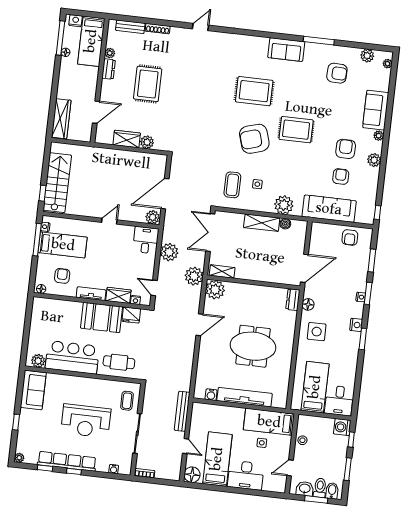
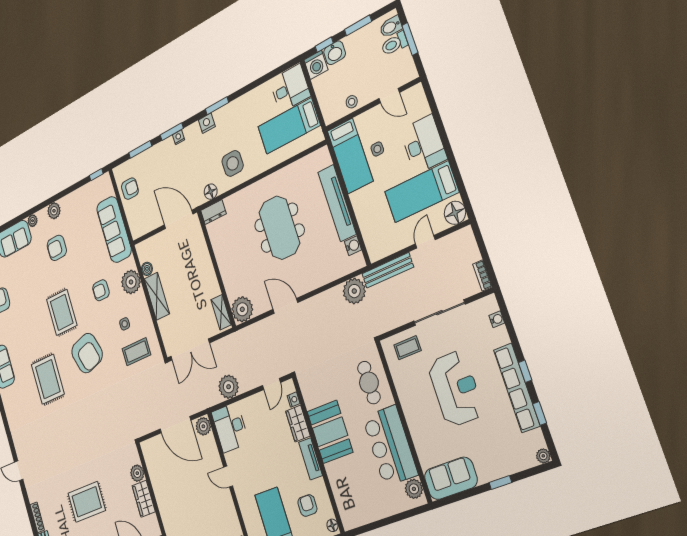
armchair: (341, 177) -> (101, 290), moved
desk: (146, 240) -> (230, 427), width x1.37
armchair: (62, 276) -> (307, 505), turned 90
plant: (194, 276) -> (354, 291), moved
fridge: (131, 315) -> (311, 396), removed
washbasin: (305, 489) -> (335, 53), moved, turned -90

